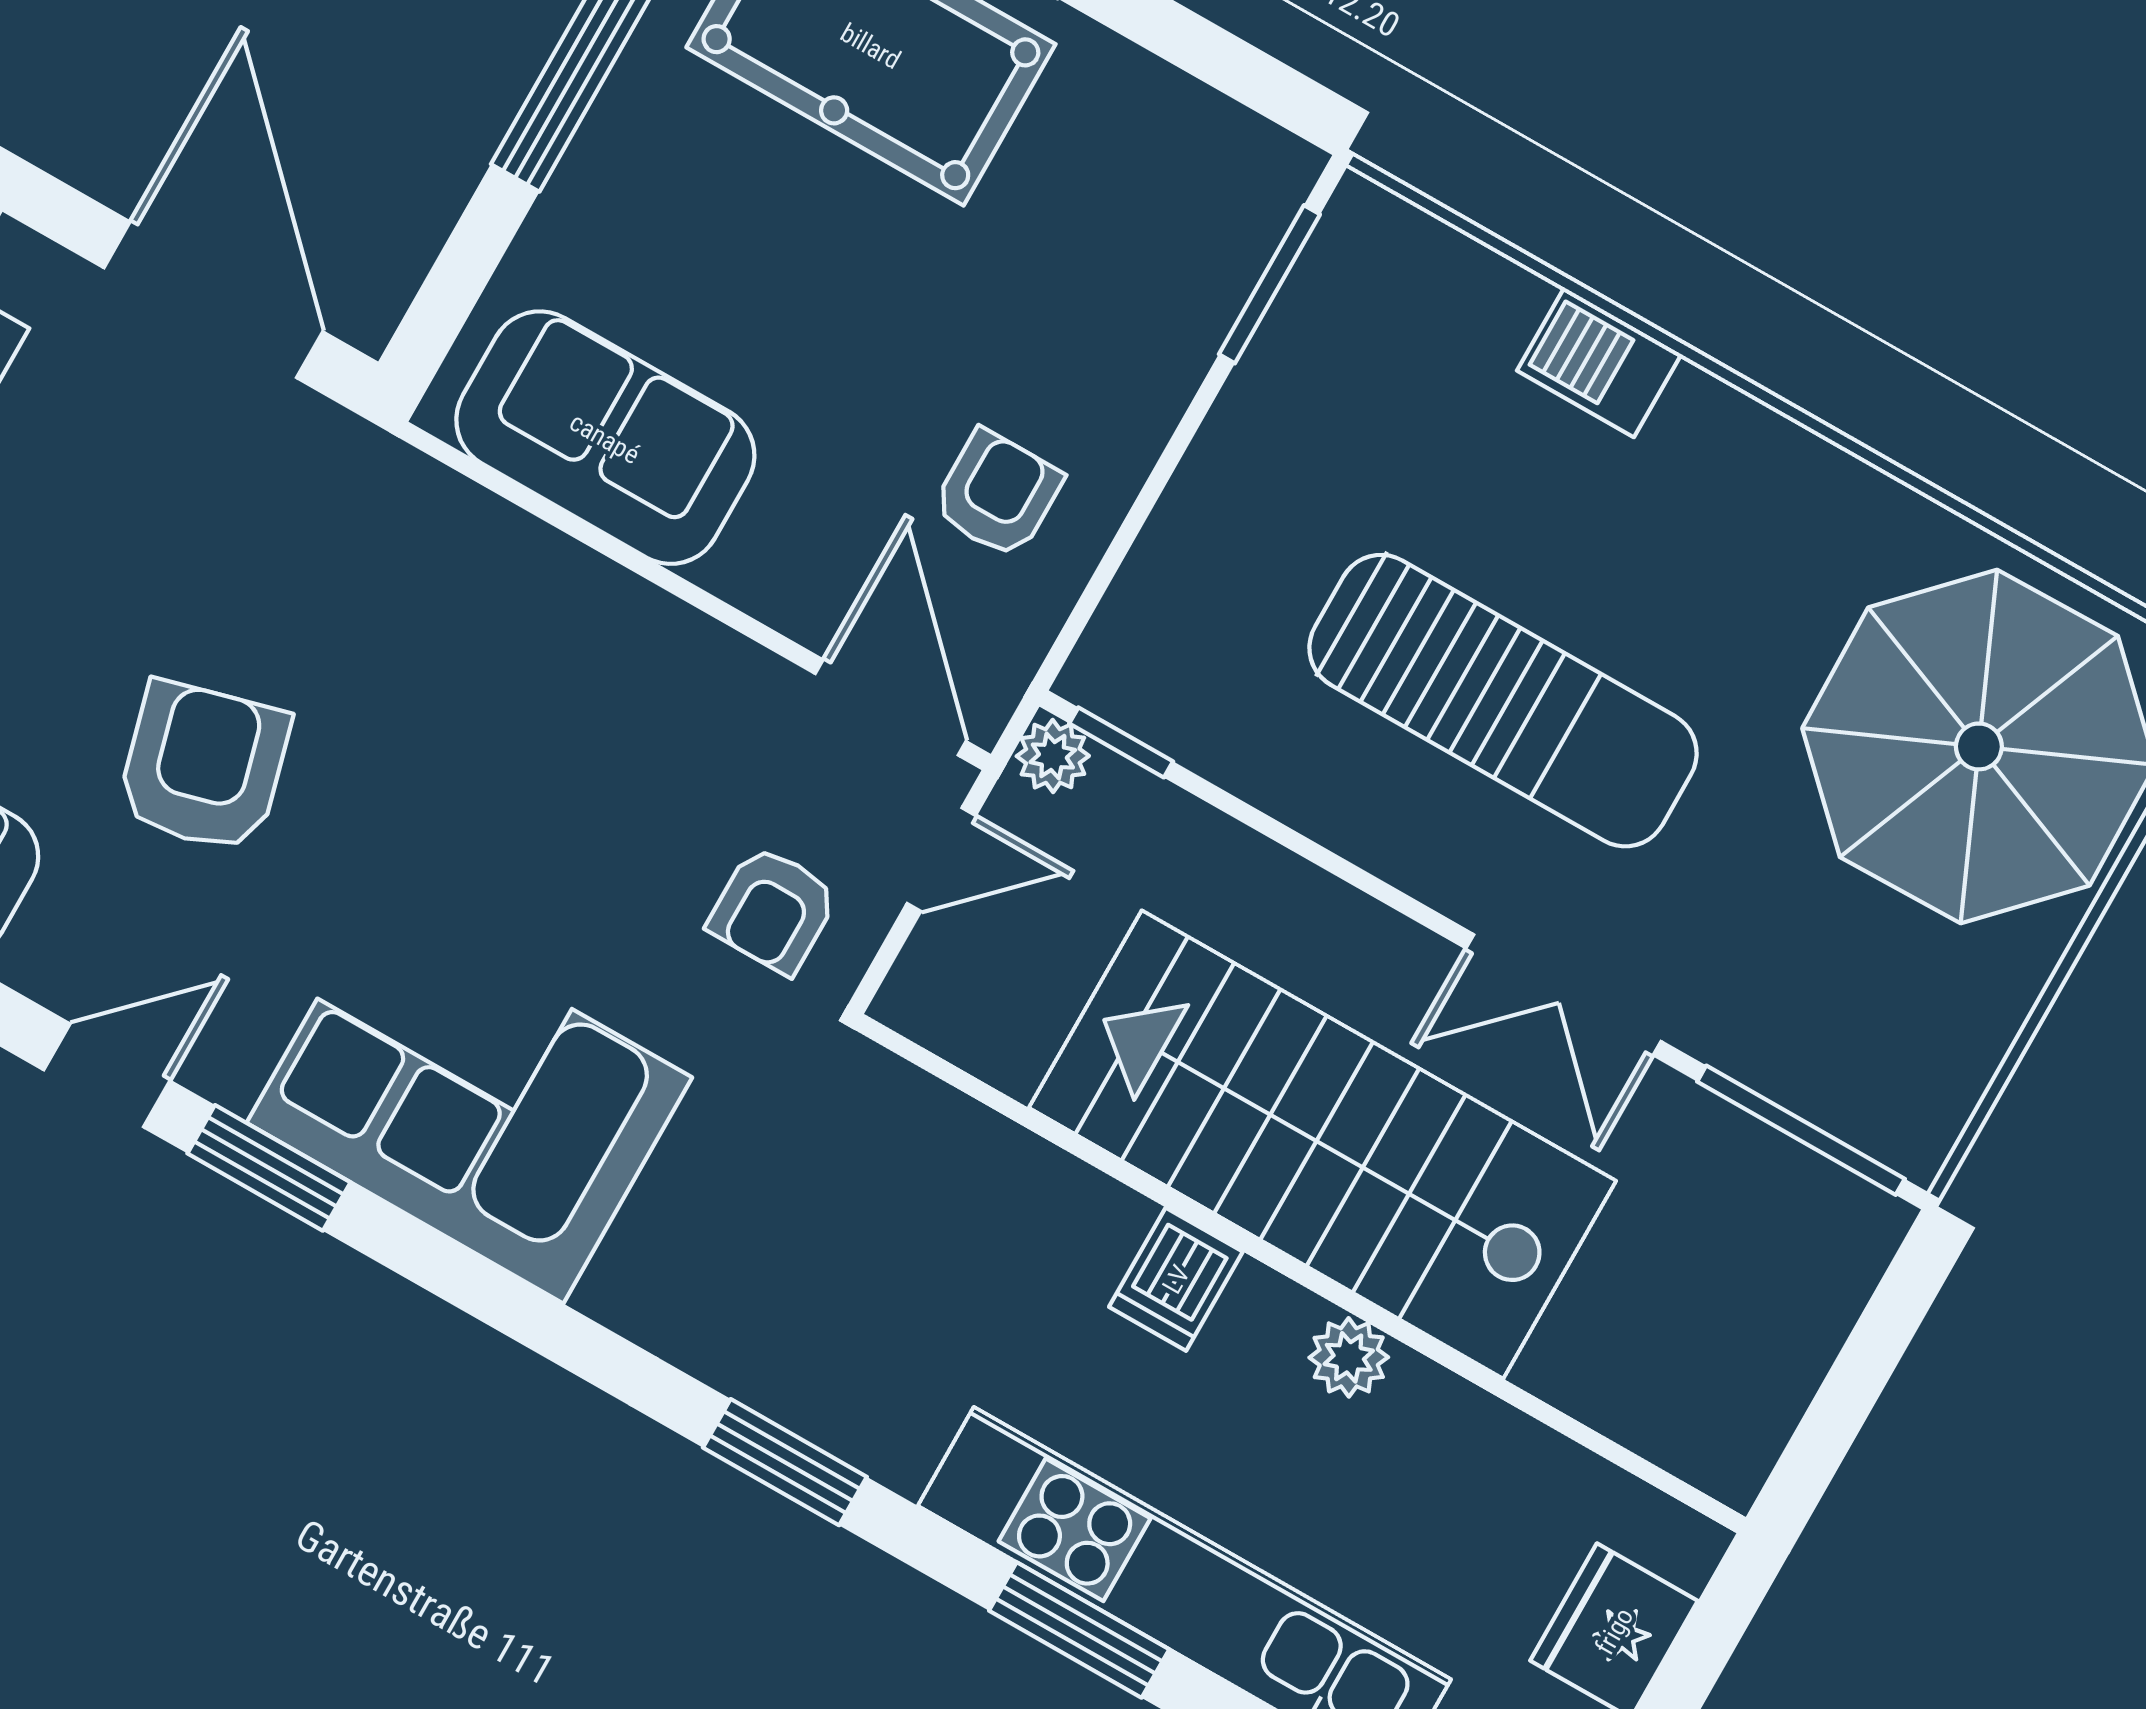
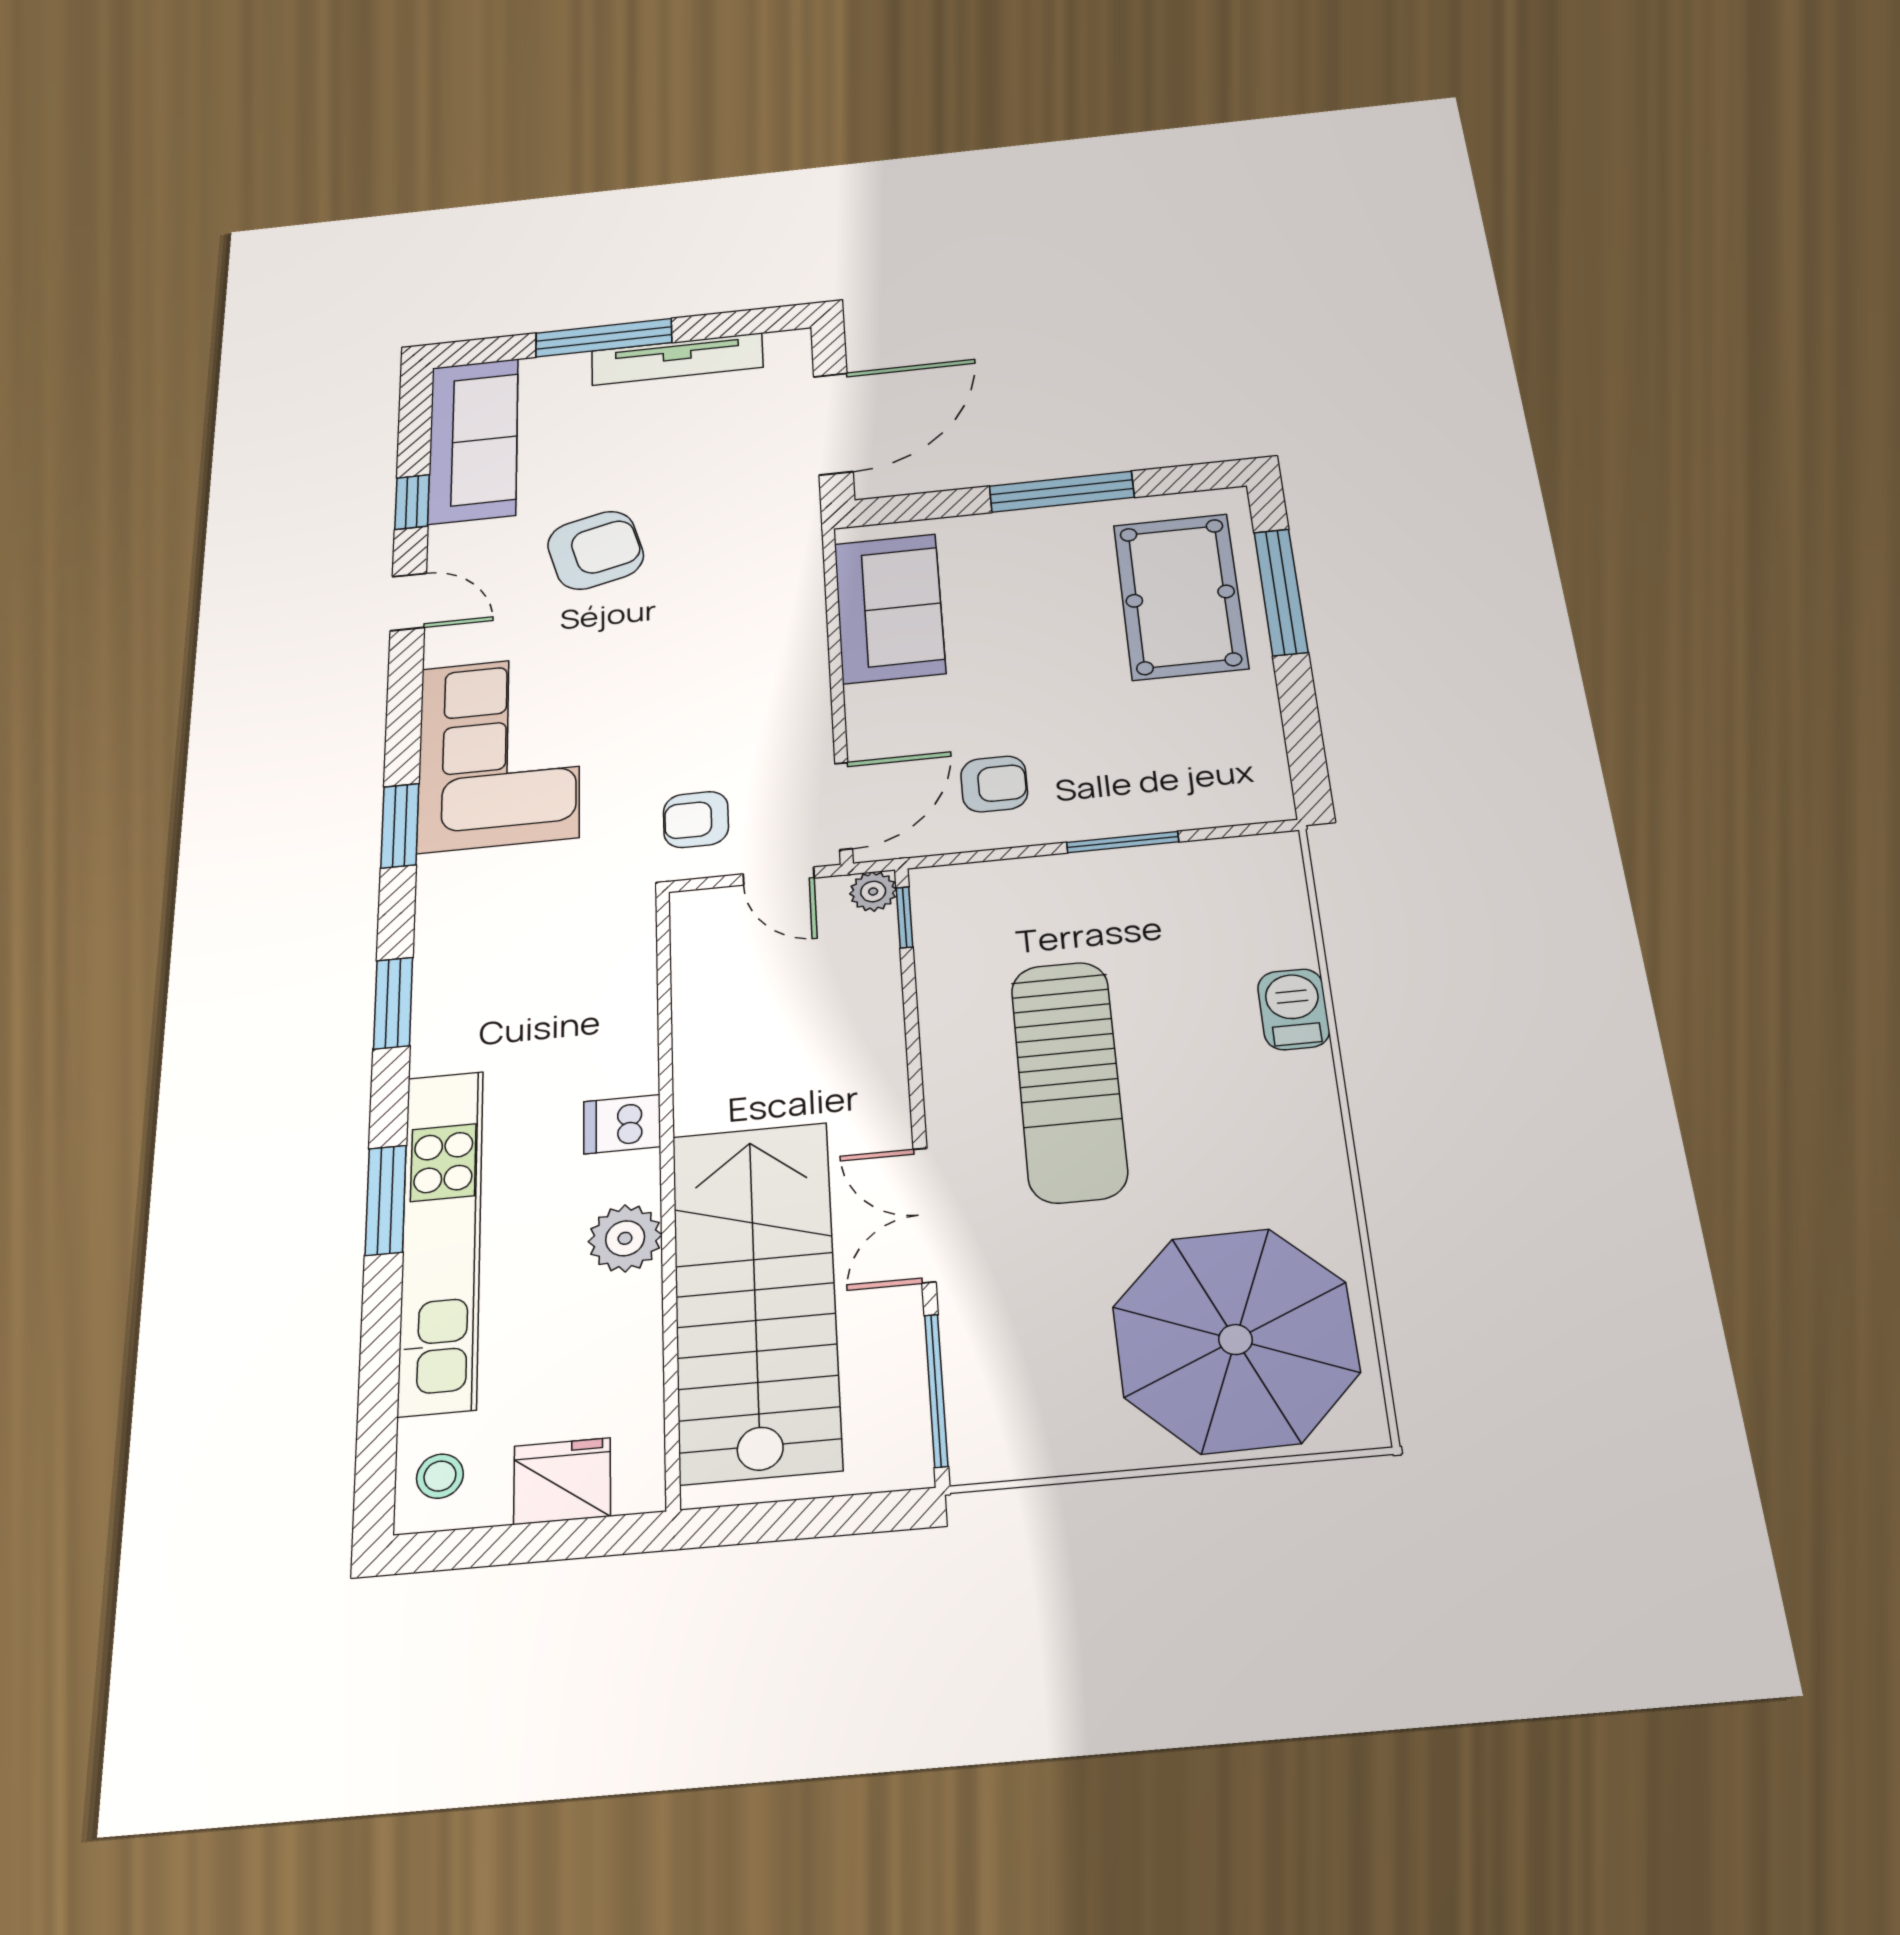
window: (1269, 284) -> (1123, 842), moved
stairs: (1322, 1144) -> (755, 1298), moved
window: (269, 1168) -> (400, 826), moved
plant: (1349, 1357) -> (625, 1238), width x1.38, depth x1.38

